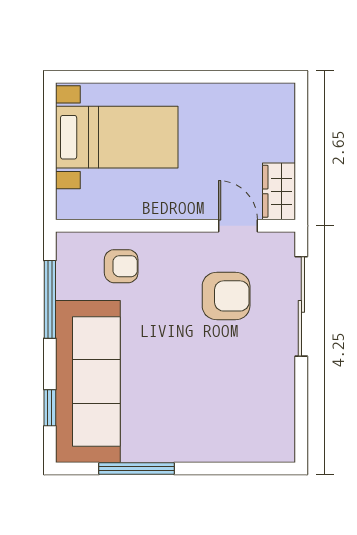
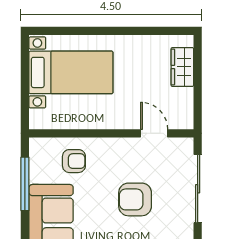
wardrobe: (279, 191) -> (182, 67), moved
armchair: (226, 296) -> (135, 199), moved, turned 180

